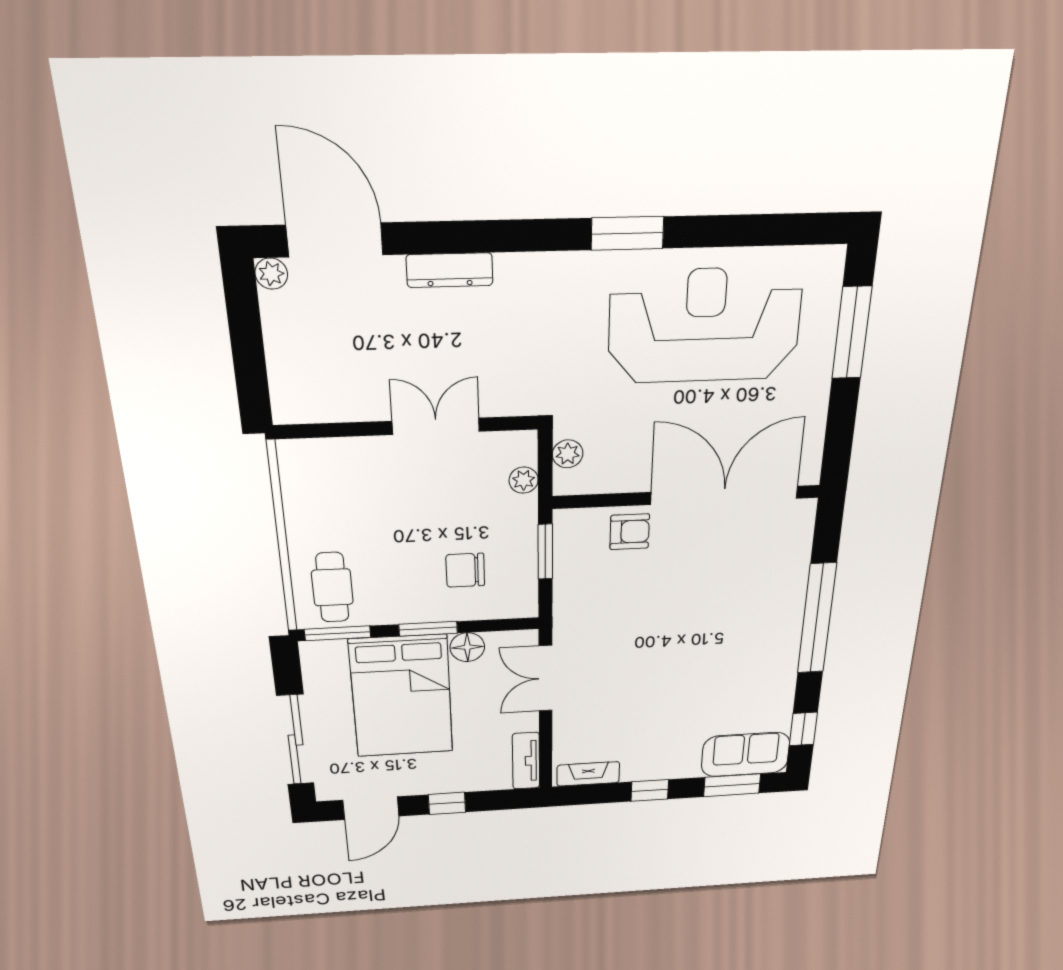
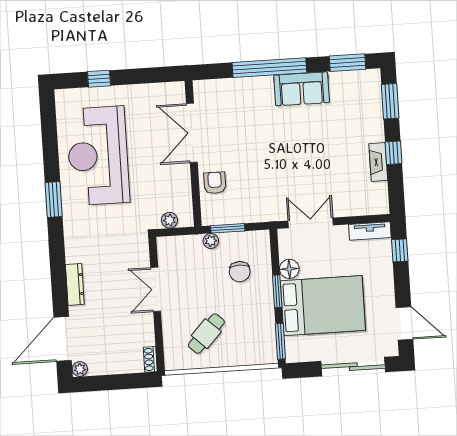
window: (852, 333) -> (99, 79), width x0.46
shoe rack: (297, 413) -> (150, 359), added
plant: (524, 480) -> (211, 241), moved
double door: (724, 495) -> (192, 133), width x0.73
cafe table: (332, 587) -> (206, 334), moved, turned -47
double door: (545, 678) -> (311, 223), swing flipped
window: (803, 729) -> (348, 63), width x1.50
sofa: (745, 755) -> (302, 89), moved, turned -90
fireplace: (588, 774) -> (378, 162), moved
window: (447, 803) -> (400, 250), moved

